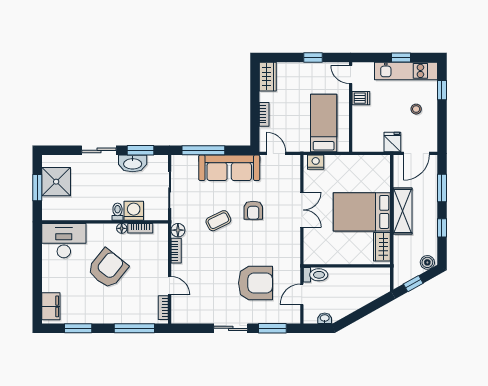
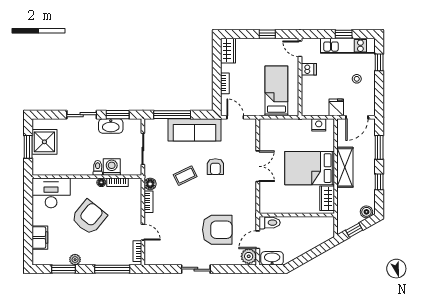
nightstand: (316, 162) -> (319, 125), moved
filing cabinet: (51, 306) -> (40, 238), moved
plant: (292, 314) -> (249, 256), added
plant: (91, 317) -> (75, 260), added
washbasin: (325, 318) -> (272, 258), width x1.91, depth x1.45
window: (272, 328) -> (232, 269), removed

